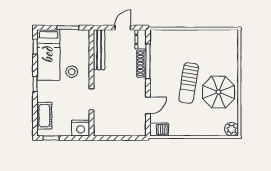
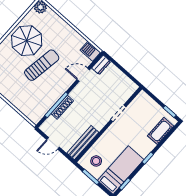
dresser: (141, 39) -> (101, 65), moved
stool: (72, 72) -> (96, 161), moved
nightstand: (81, 128) -> (143, 100), removed

